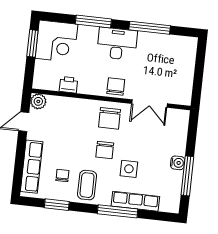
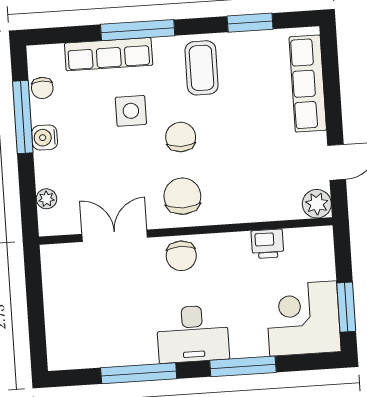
plant: (182, 130) -> (46, 199), added
chair: (62, 176) -> (42, 88), moved

